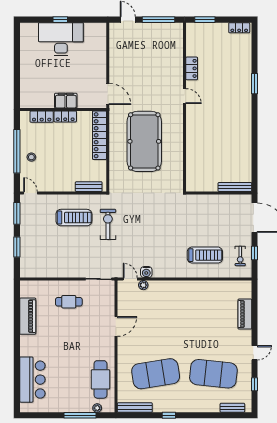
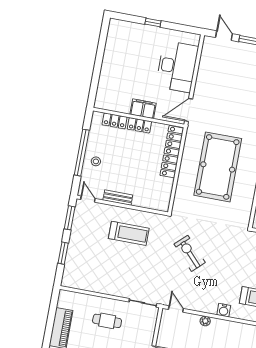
desk: (61, 39) -> (177, 67), moved, turned 90
door: (108, 94) -> (189, 110), swing flipped
bench: (89, 187) -> (118, 198), moved
exercise bike: (108, 224) -> (190, 253), moved, turned -43
water cooler: (146, 272) -> (224, 310), moved
plant: (143, 285) -> (205, 321), moved

